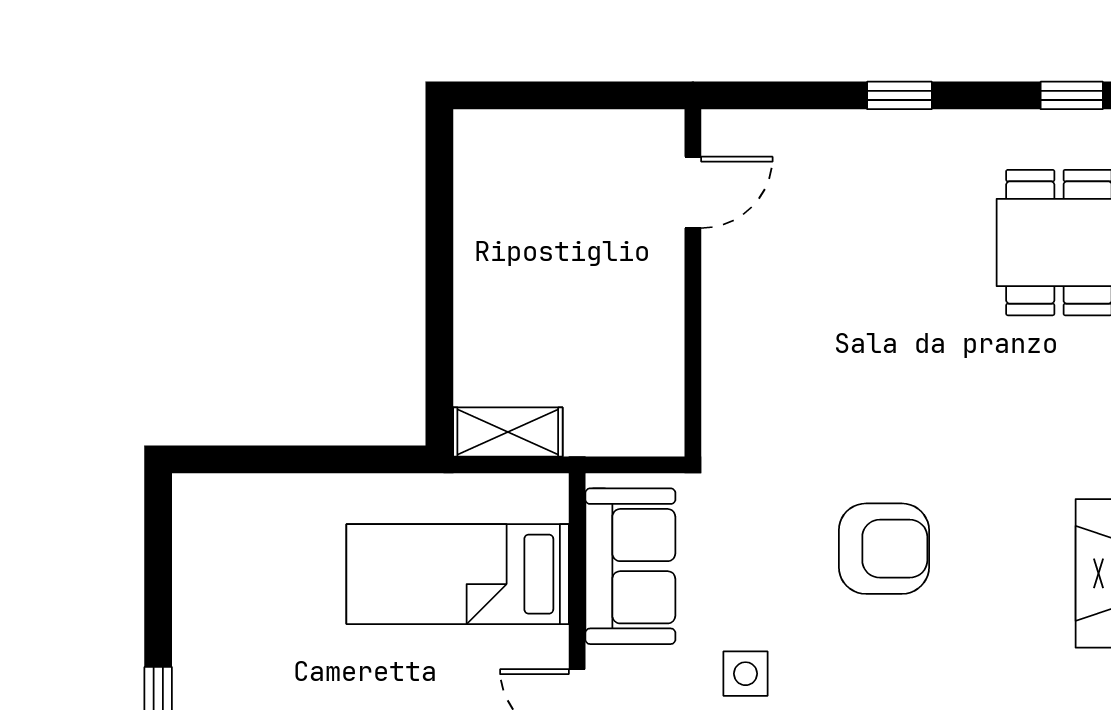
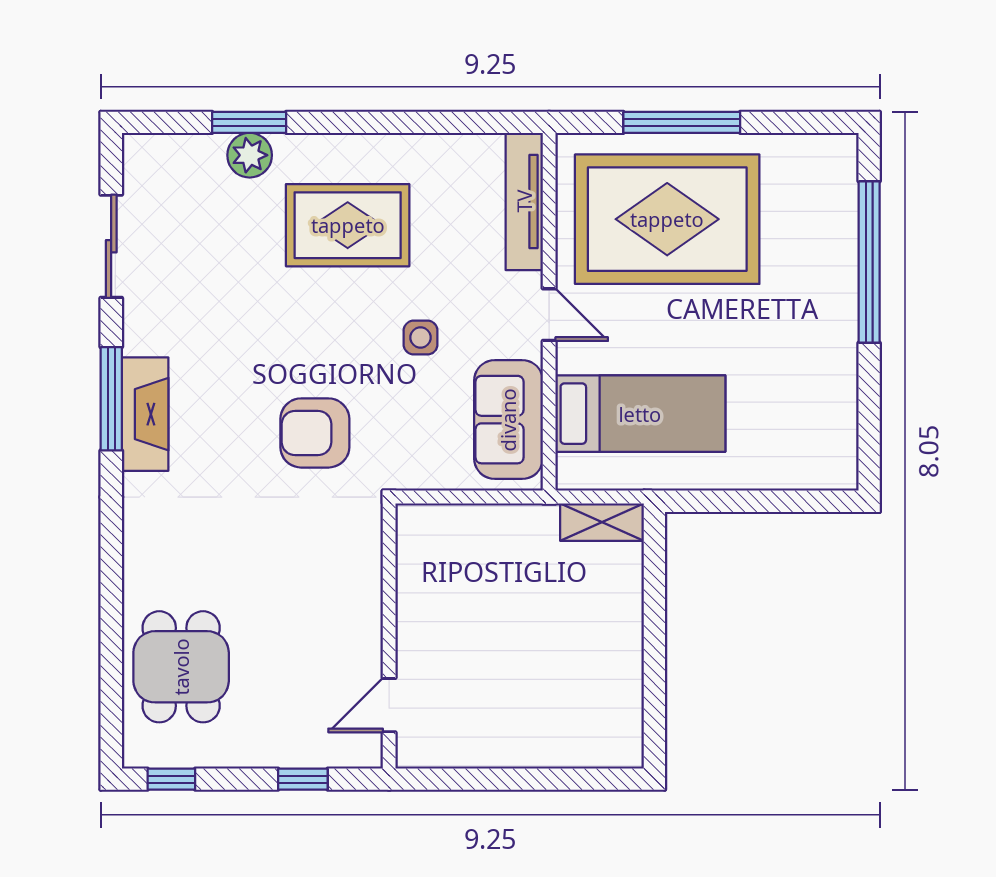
door: (693, 192) -> (389, 705), moved
wall: (693, 283) -> (389, 636), moved

